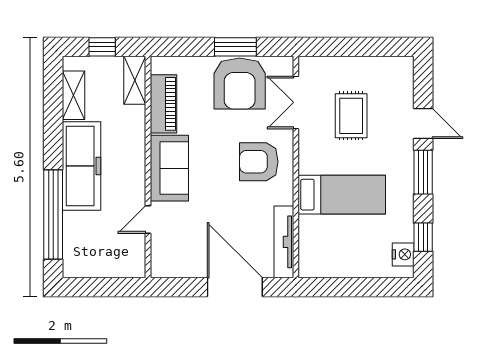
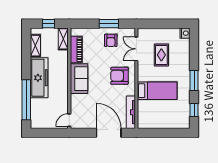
armchair: (240, 84) -> (111, 40), width x0.53, depth x0.53
door: (423, 124) -> (194, 58), removed
door: (148, 220) -> (69, 120), moved
nightstand: (403, 254) -> (185, 33), moved

